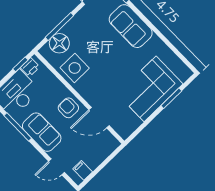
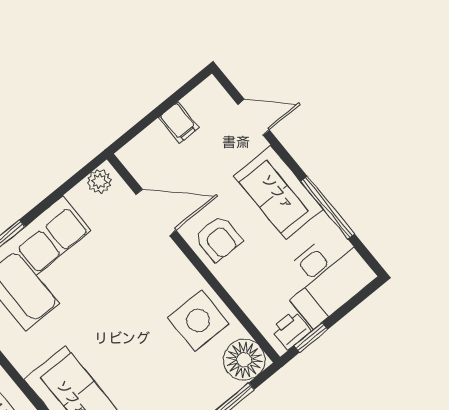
floor lamp: (59, 43) -> (244, 360), moved
plant: (127, 130) -> (99, 181), added
filing cabinet: (83, 170) -> (179, 122), moved

